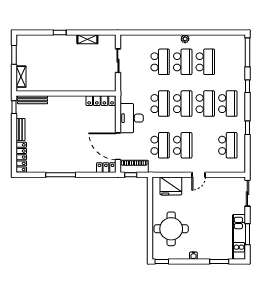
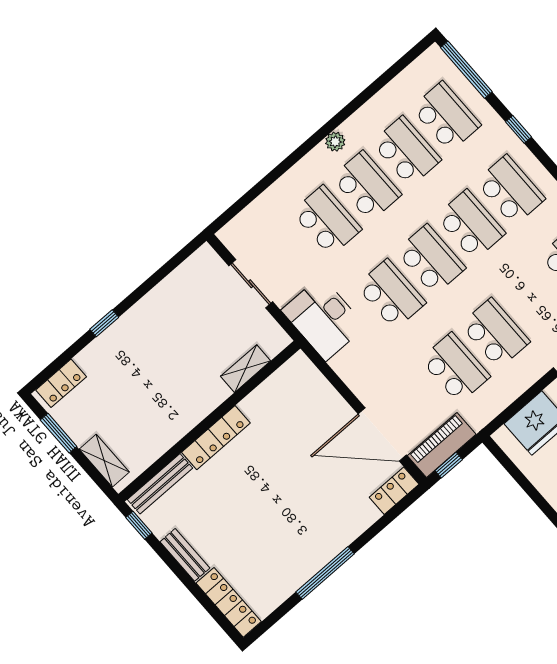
shelving: (87, 39) -> (246, 369), moved
locker: (29, 40) -> (61, 383), added
school desk: (228, 62) -> (446, 116), added
locker: (101, 101) -> (216, 438), moved
desk: (132, 118) -> (323, 318), moved

